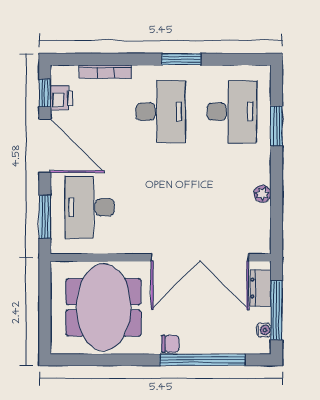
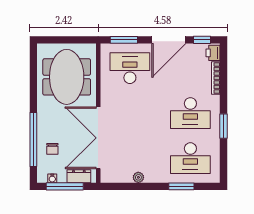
printer: (62, 98) -> (213, 53), moved, turned 90
meeting table: (103, 307) -> (67, 77), turned 90
chair: (170, 344) -> (52, 149), moved

